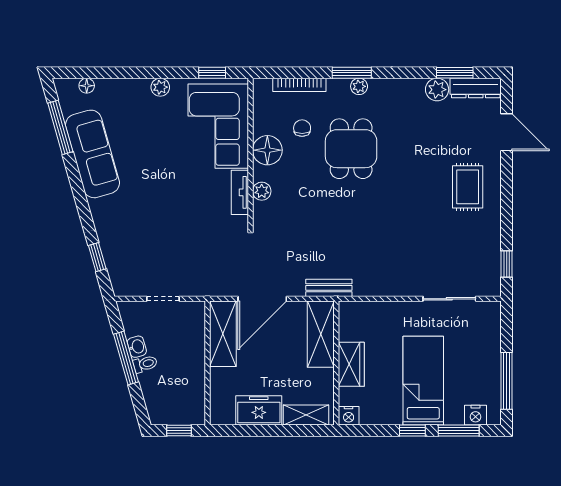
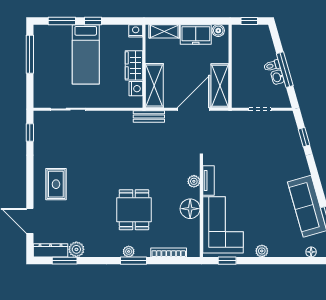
chair: (302, 128) -> (167, 224), removed
nightstand: (476, 415) -> (136, 89), moved, turned 90
boiler: (225, 416) -> (218, 31), added

